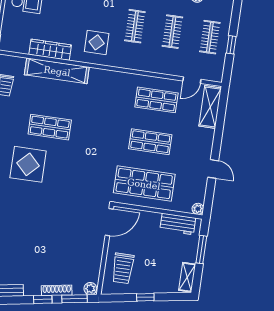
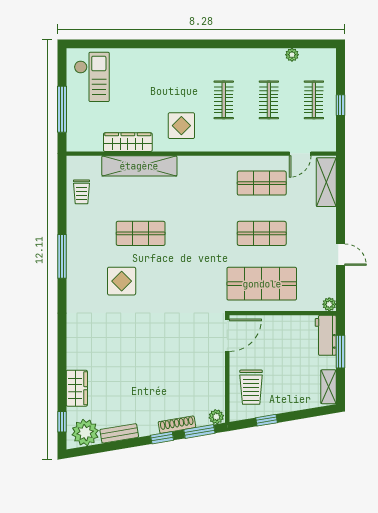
display table: (28, 164) -> (122, 281), width x0.73, depth x0.73
workbench: (178, 224) -> (326, 335), moved, turned 90
window: (145, 297) -> (267, 420), moved

